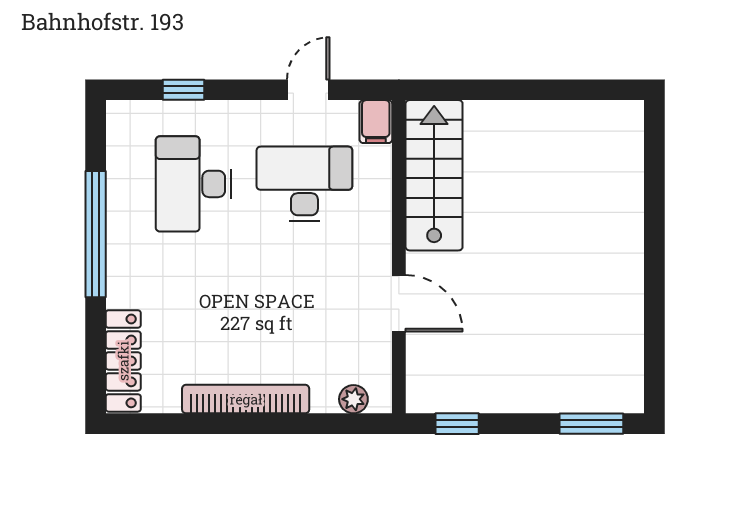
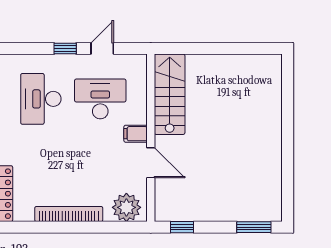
window: (184, 90) -> (65, 48), moved
filing cabinet: (376, 122) -> (136, 134), moved, turned 90
plant: (353, 399) -> (126, 207), width x1.88, depth x1.88

